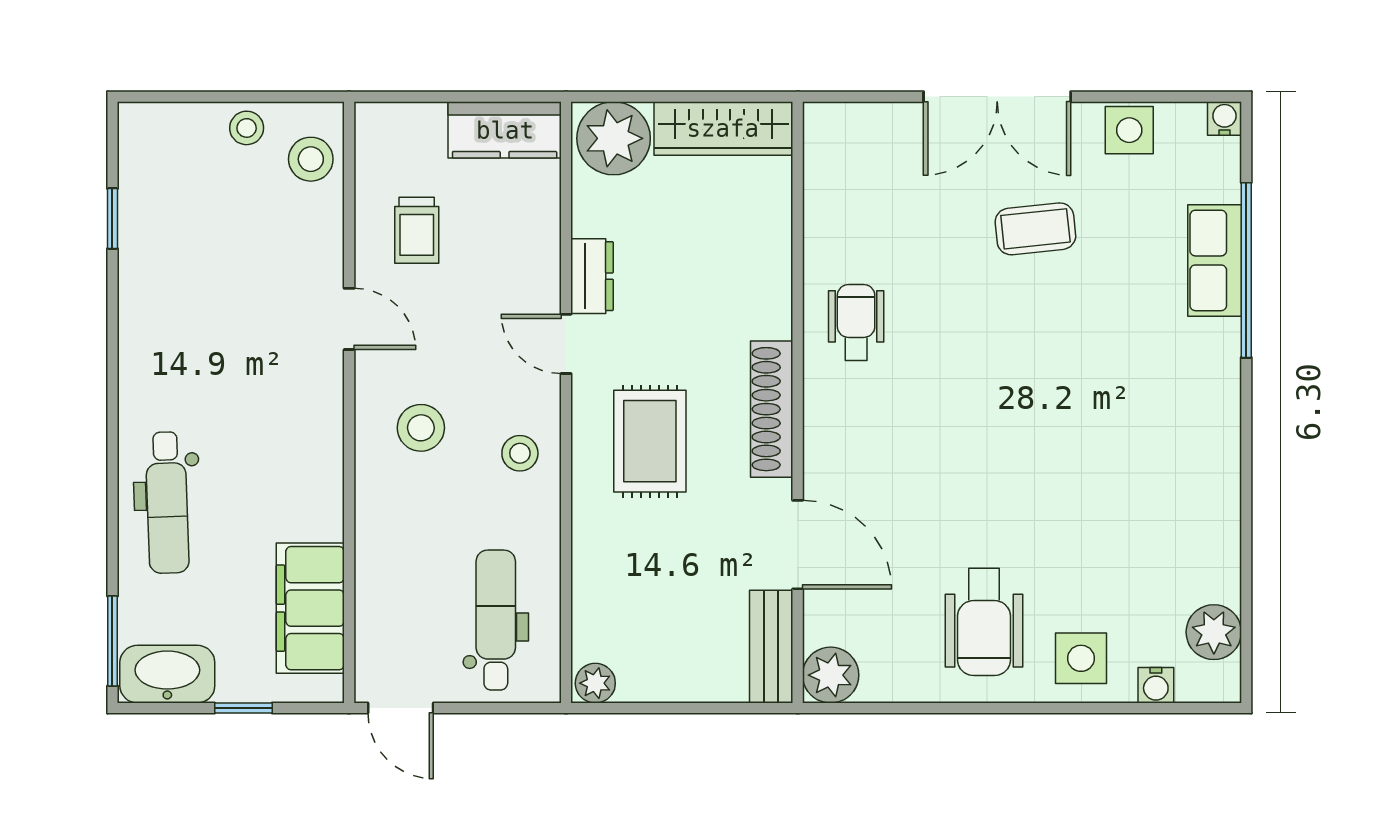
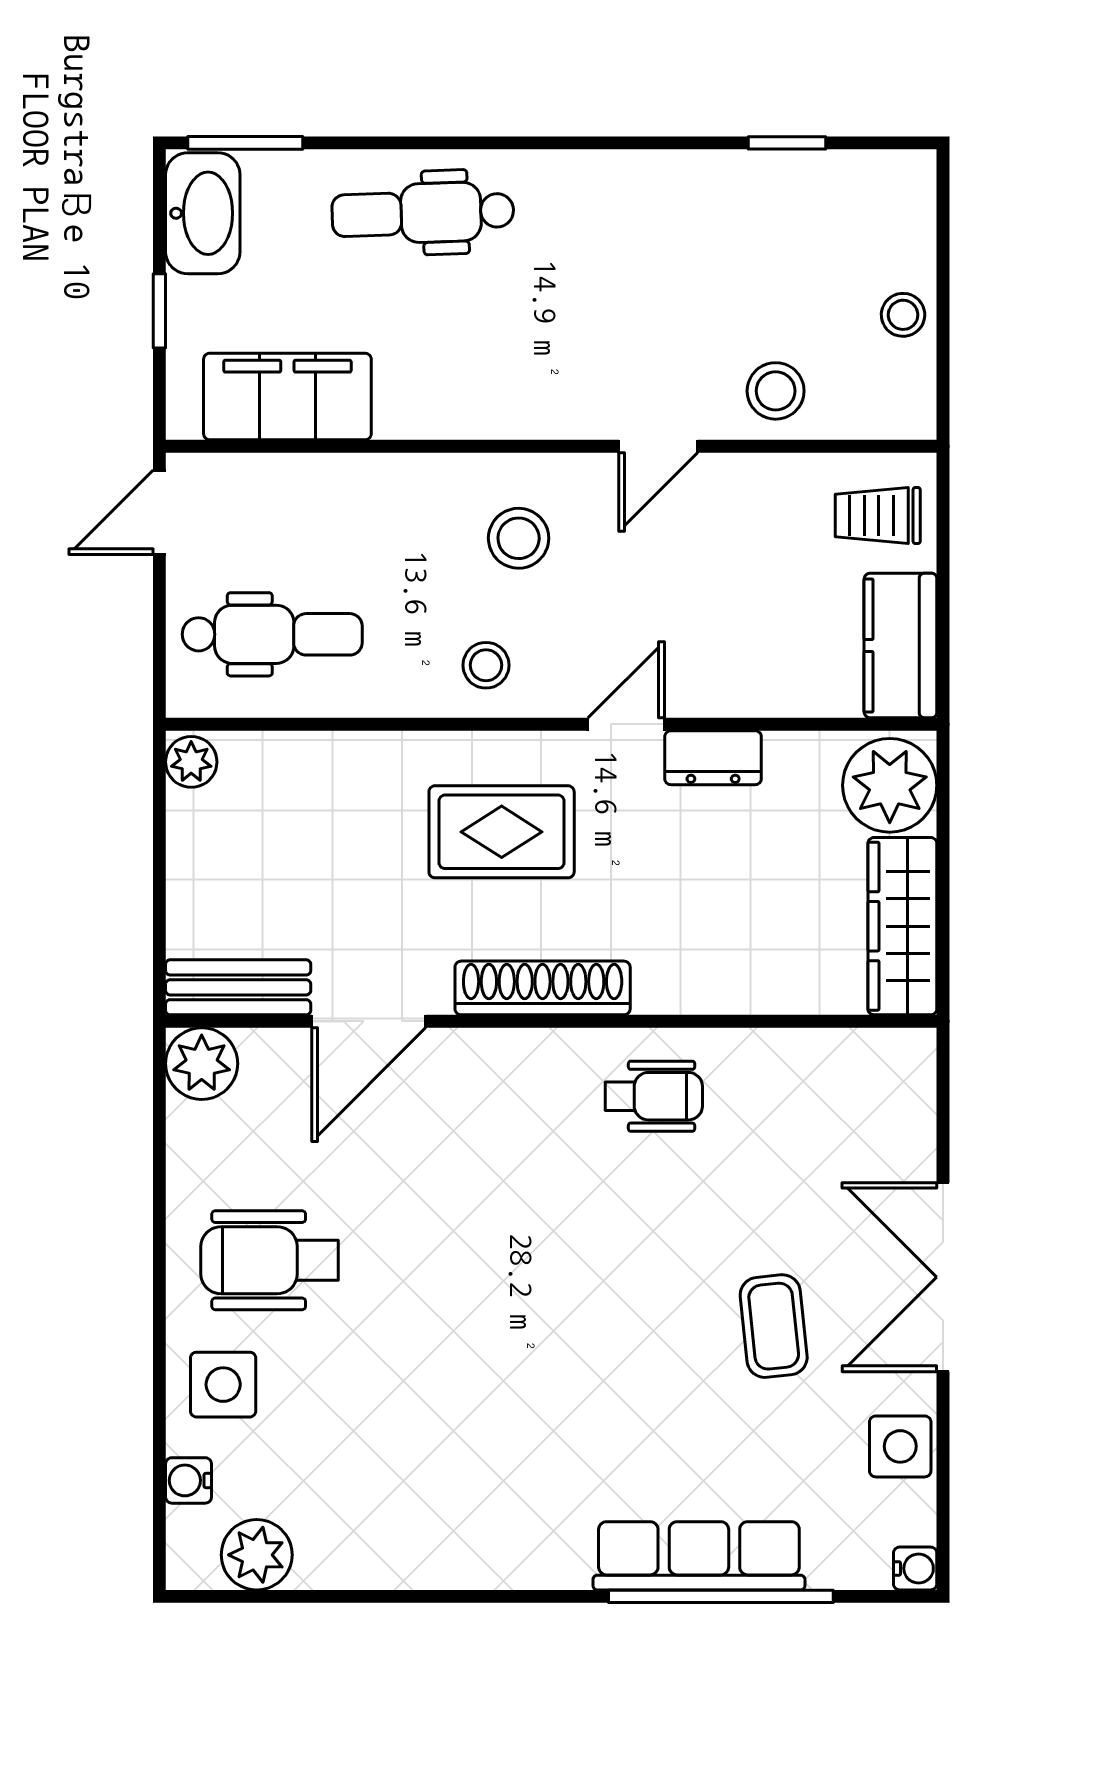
stool: (311, 159) -> (776, 391), moved
trolley: (417, 230) -> (878, 515), moved
row of seats: (1215, 260) -> (699, 1556), width x1.48

